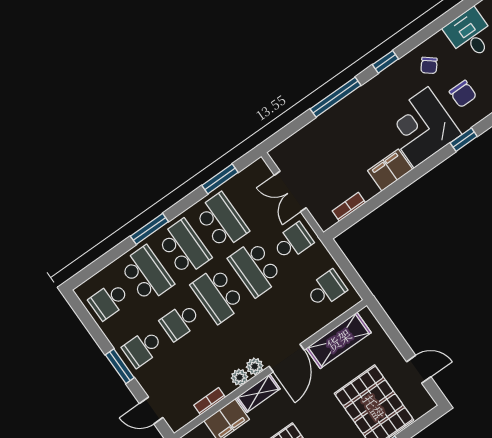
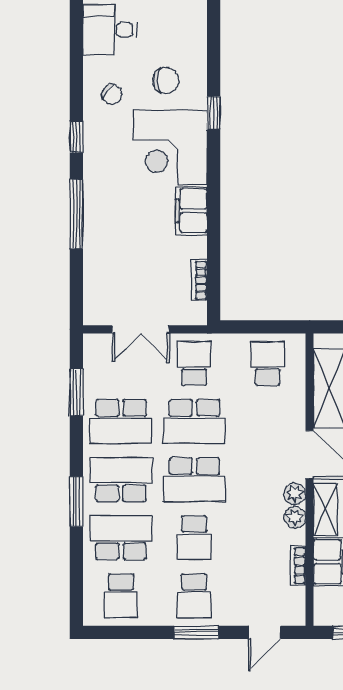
school desk: (222, 221) -> (121, 422), turned 180

